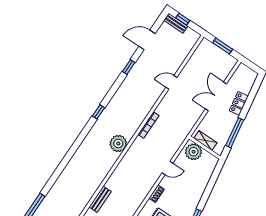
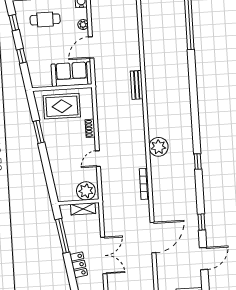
door: (171, 82) -> (153, 238), width x1.88

